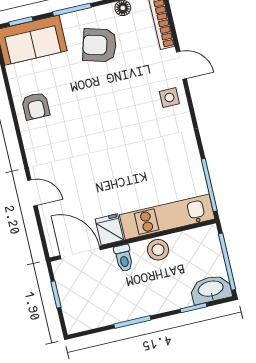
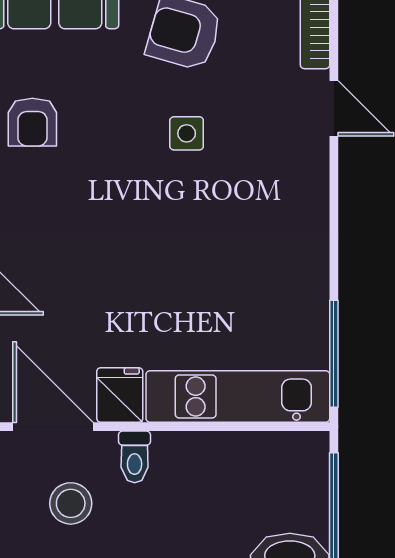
side table: (169, 98) -> (187, 133), moved
stool: (158, 250) -> (71, 503), moved

